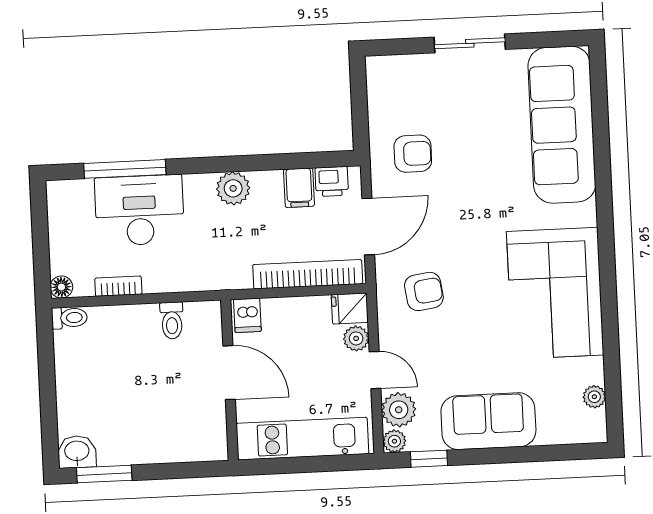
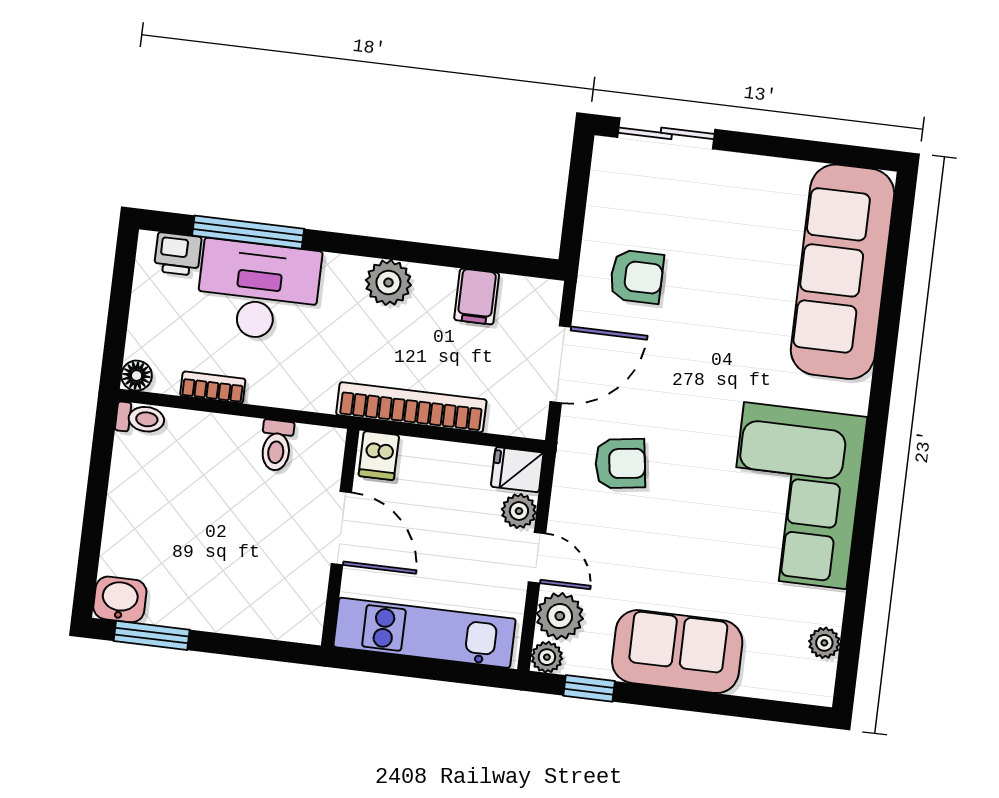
sliding door: (470, 43) -> (666, 133), moved
printer: (332, 181) -> (178, 254), moved
bookcase: (308, 274) -> (411, 407), moved

